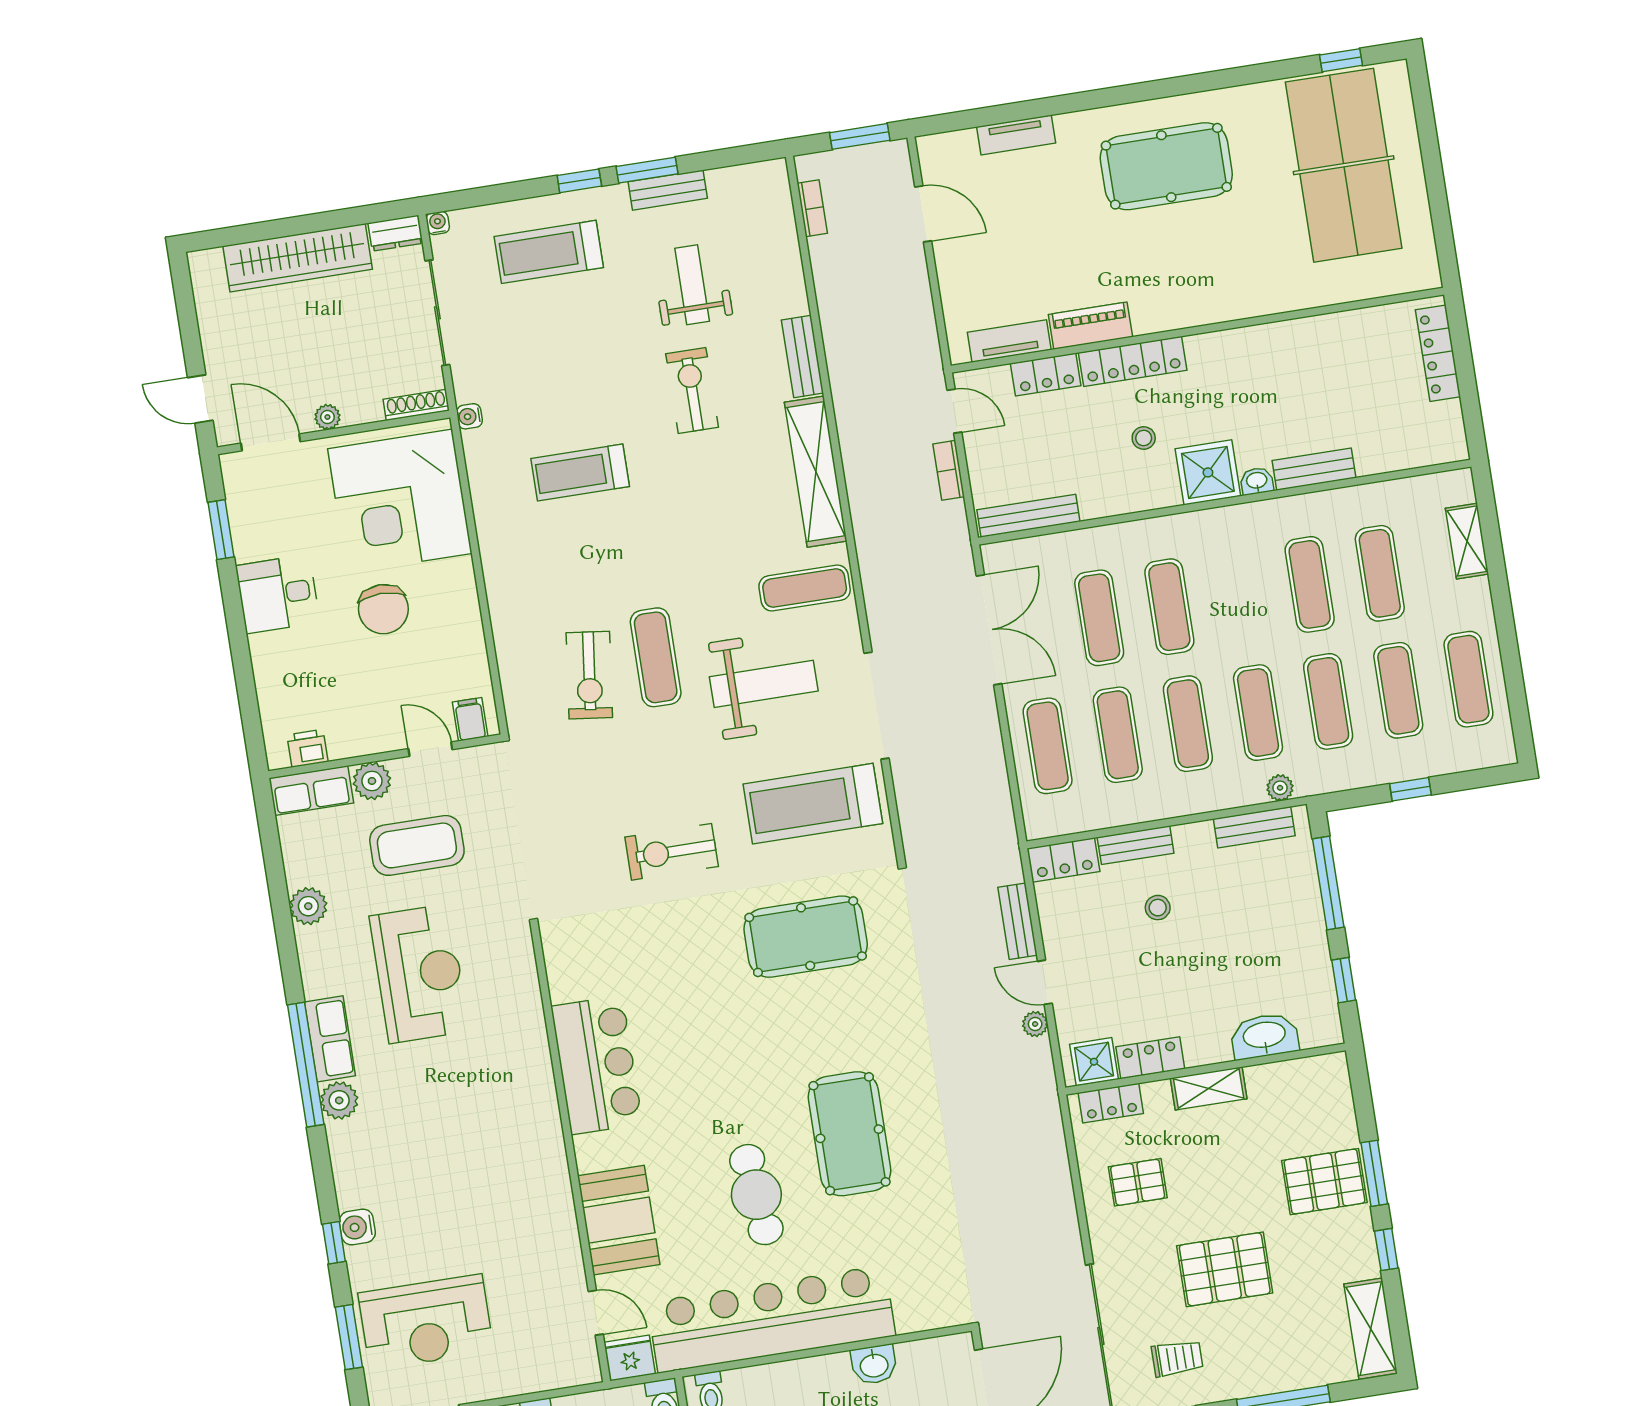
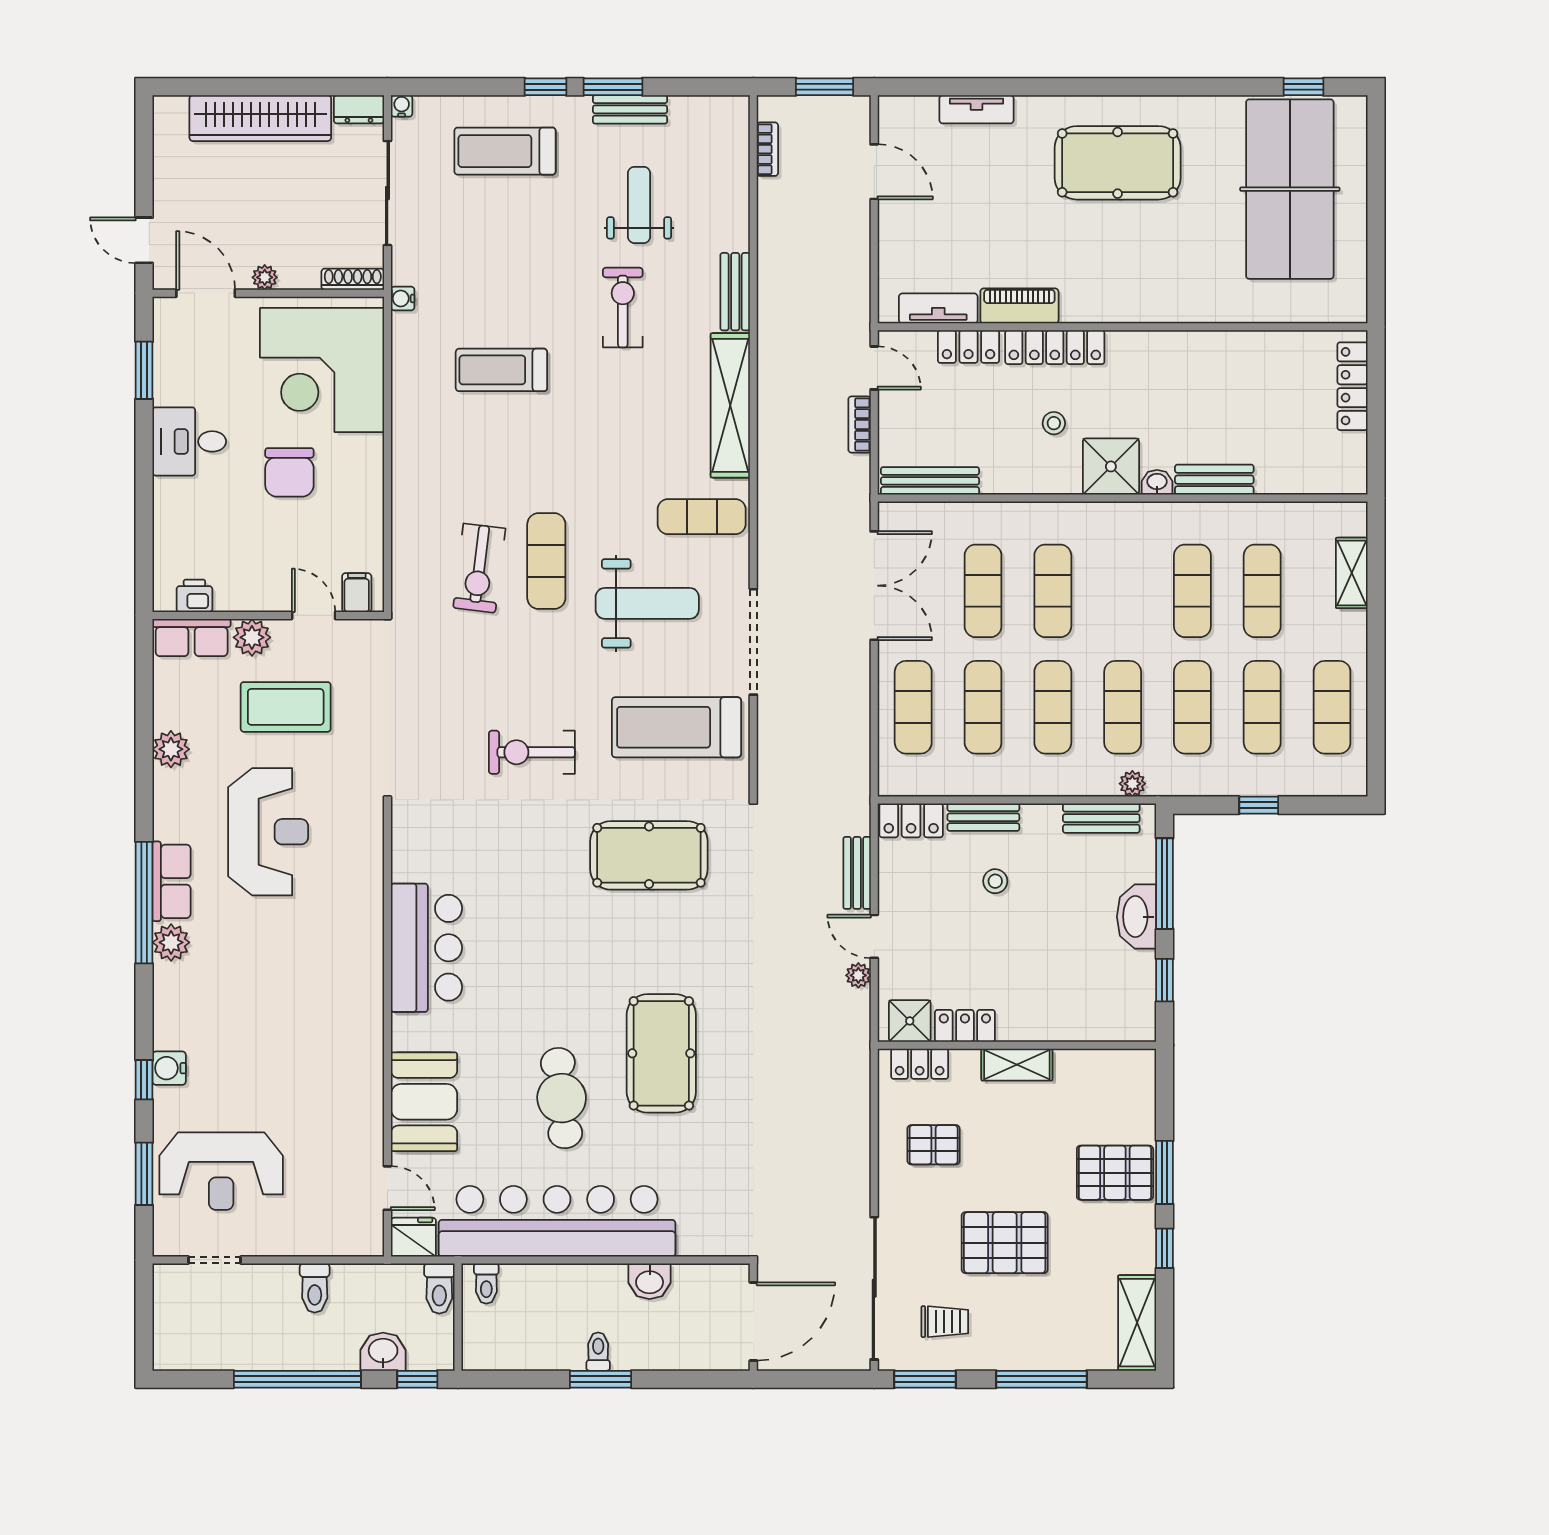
washbasin: (1264, 1036) -> (1137, 917), moved, turned -90

